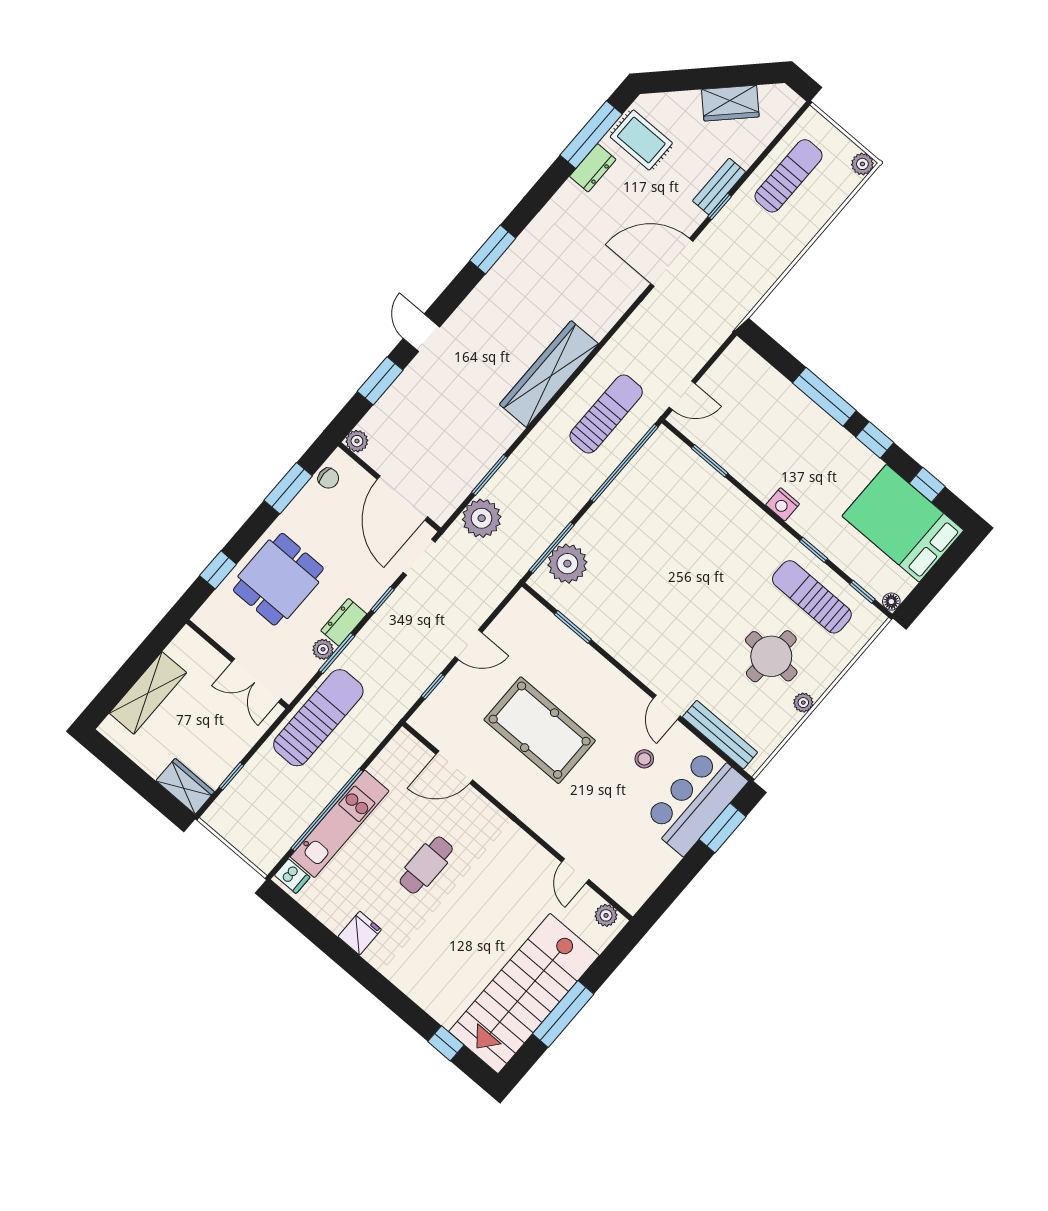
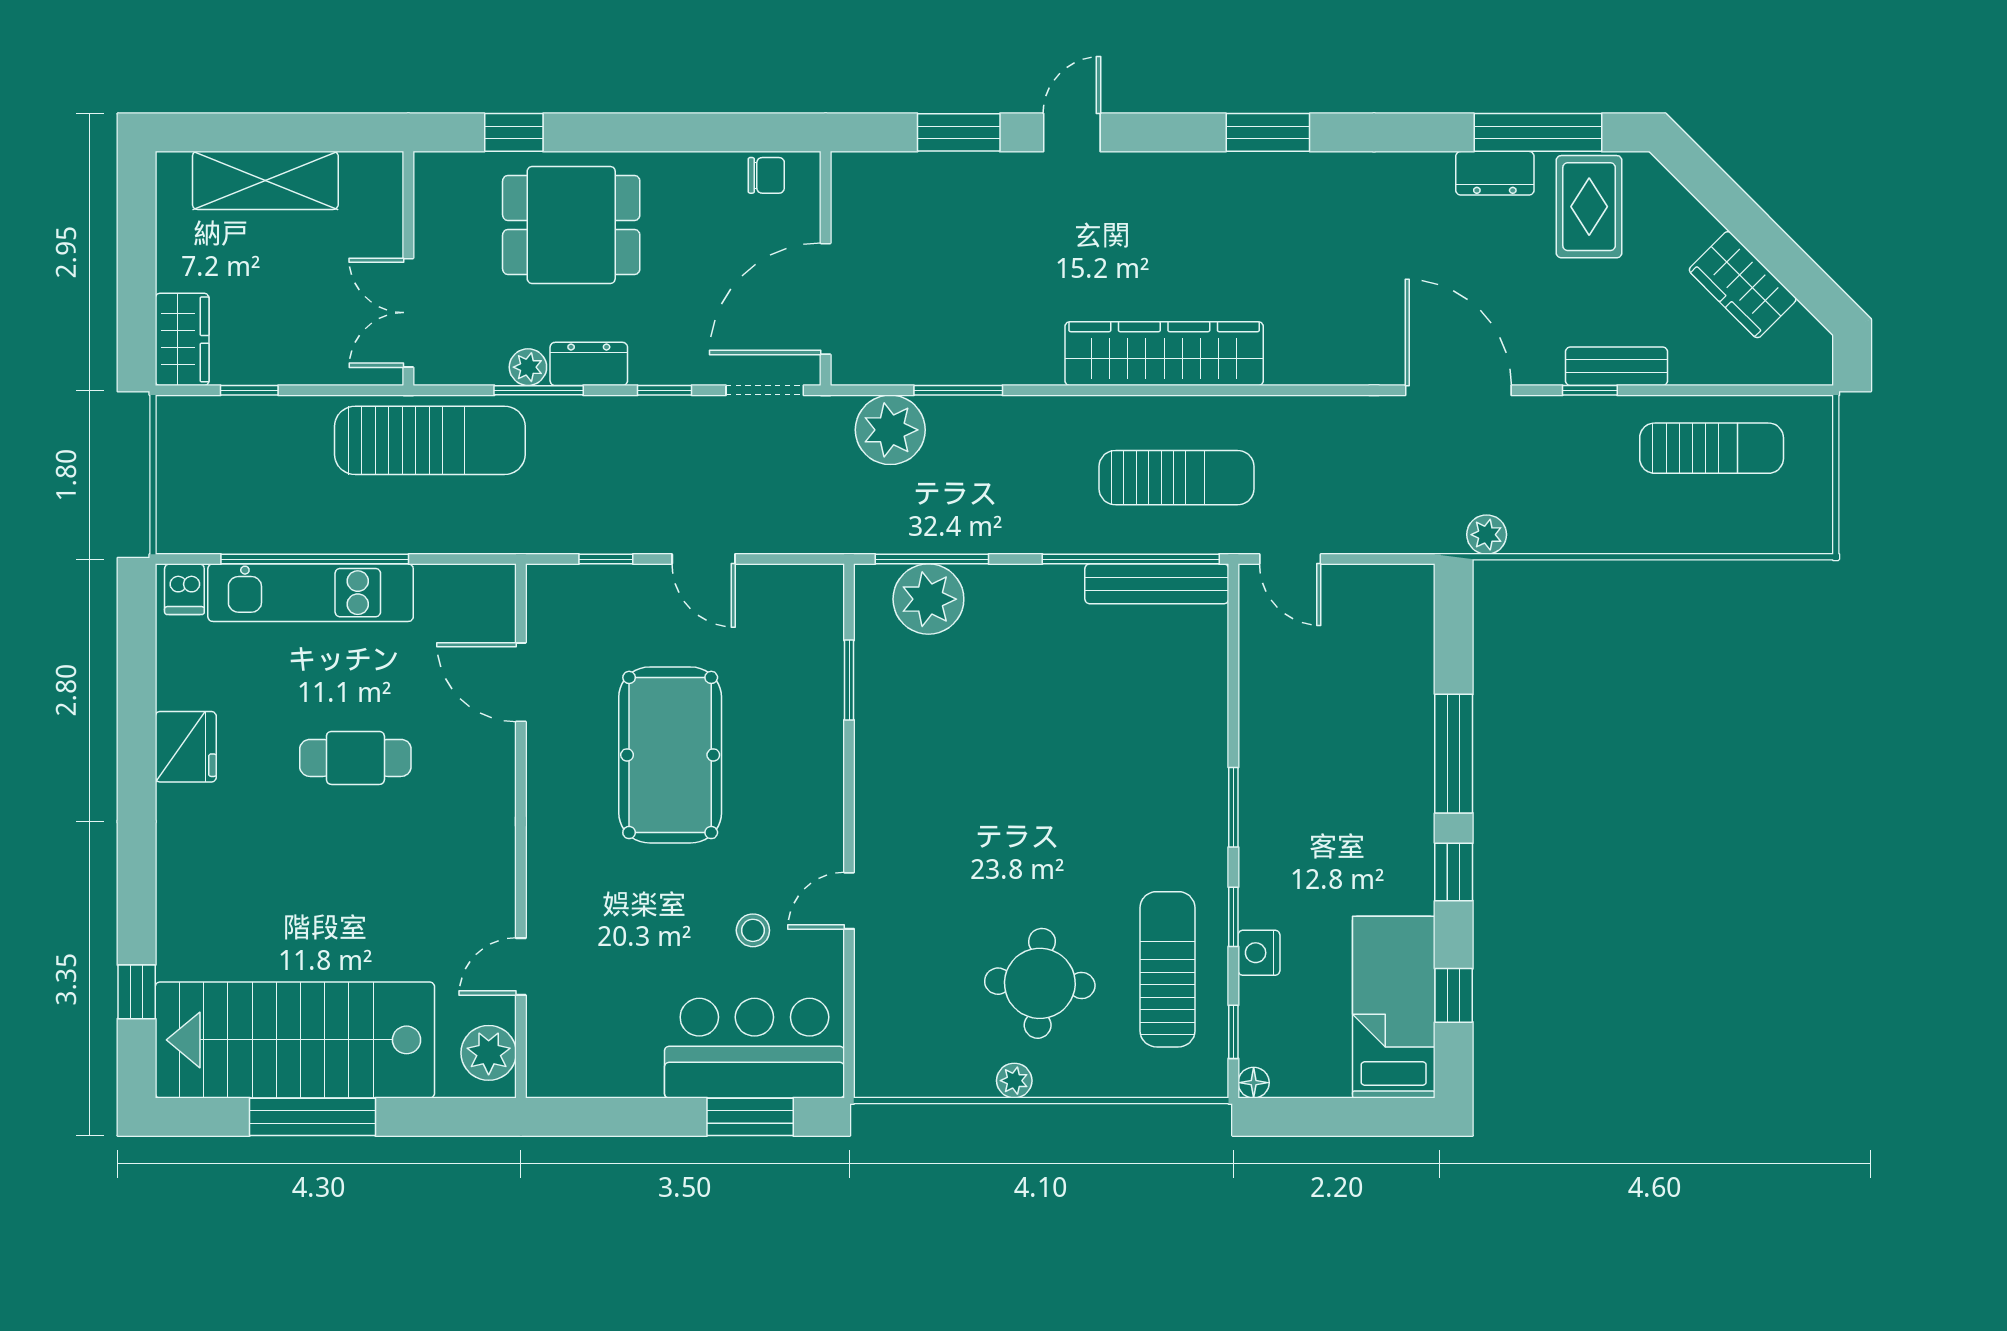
plant: (862, 164) -> (1487, 535), moved
plant: (357, 441) -> (850, 171), removed
window: (710, 461) -> (1233, 807), moved
chair: (328, 478) -> (766, 175), turned -90
window: (288, 488) -> (706, 132), removed
nightstand: (783, 504) -> (1259, 953), moved
bed: (903, 523) -> (1394, 1007), width x0.67
bench: (720, 735) -> (1157, 584), moved, turned 90
plant: (606, 915) -> (489, 1053), width x1.38, depth x1.38
fridge: (360, 933) -> (186, 747), width x1.38

